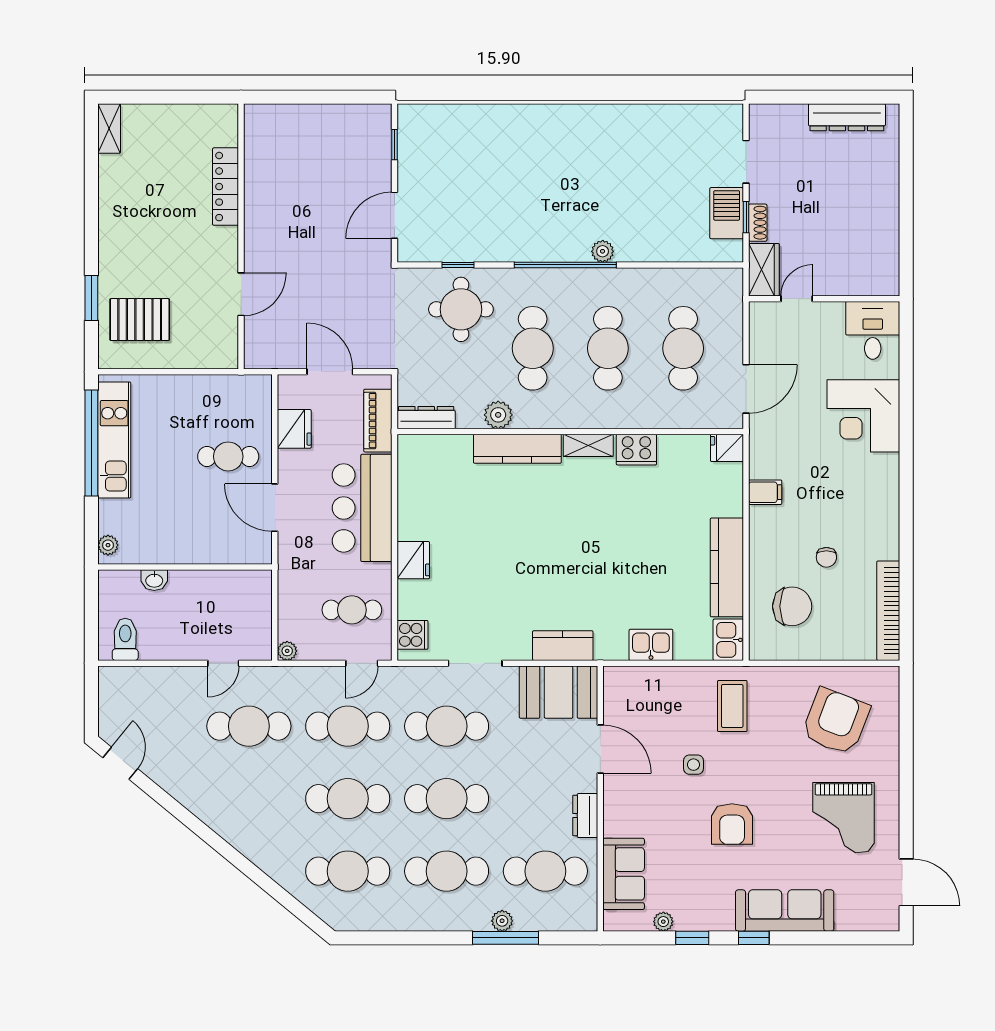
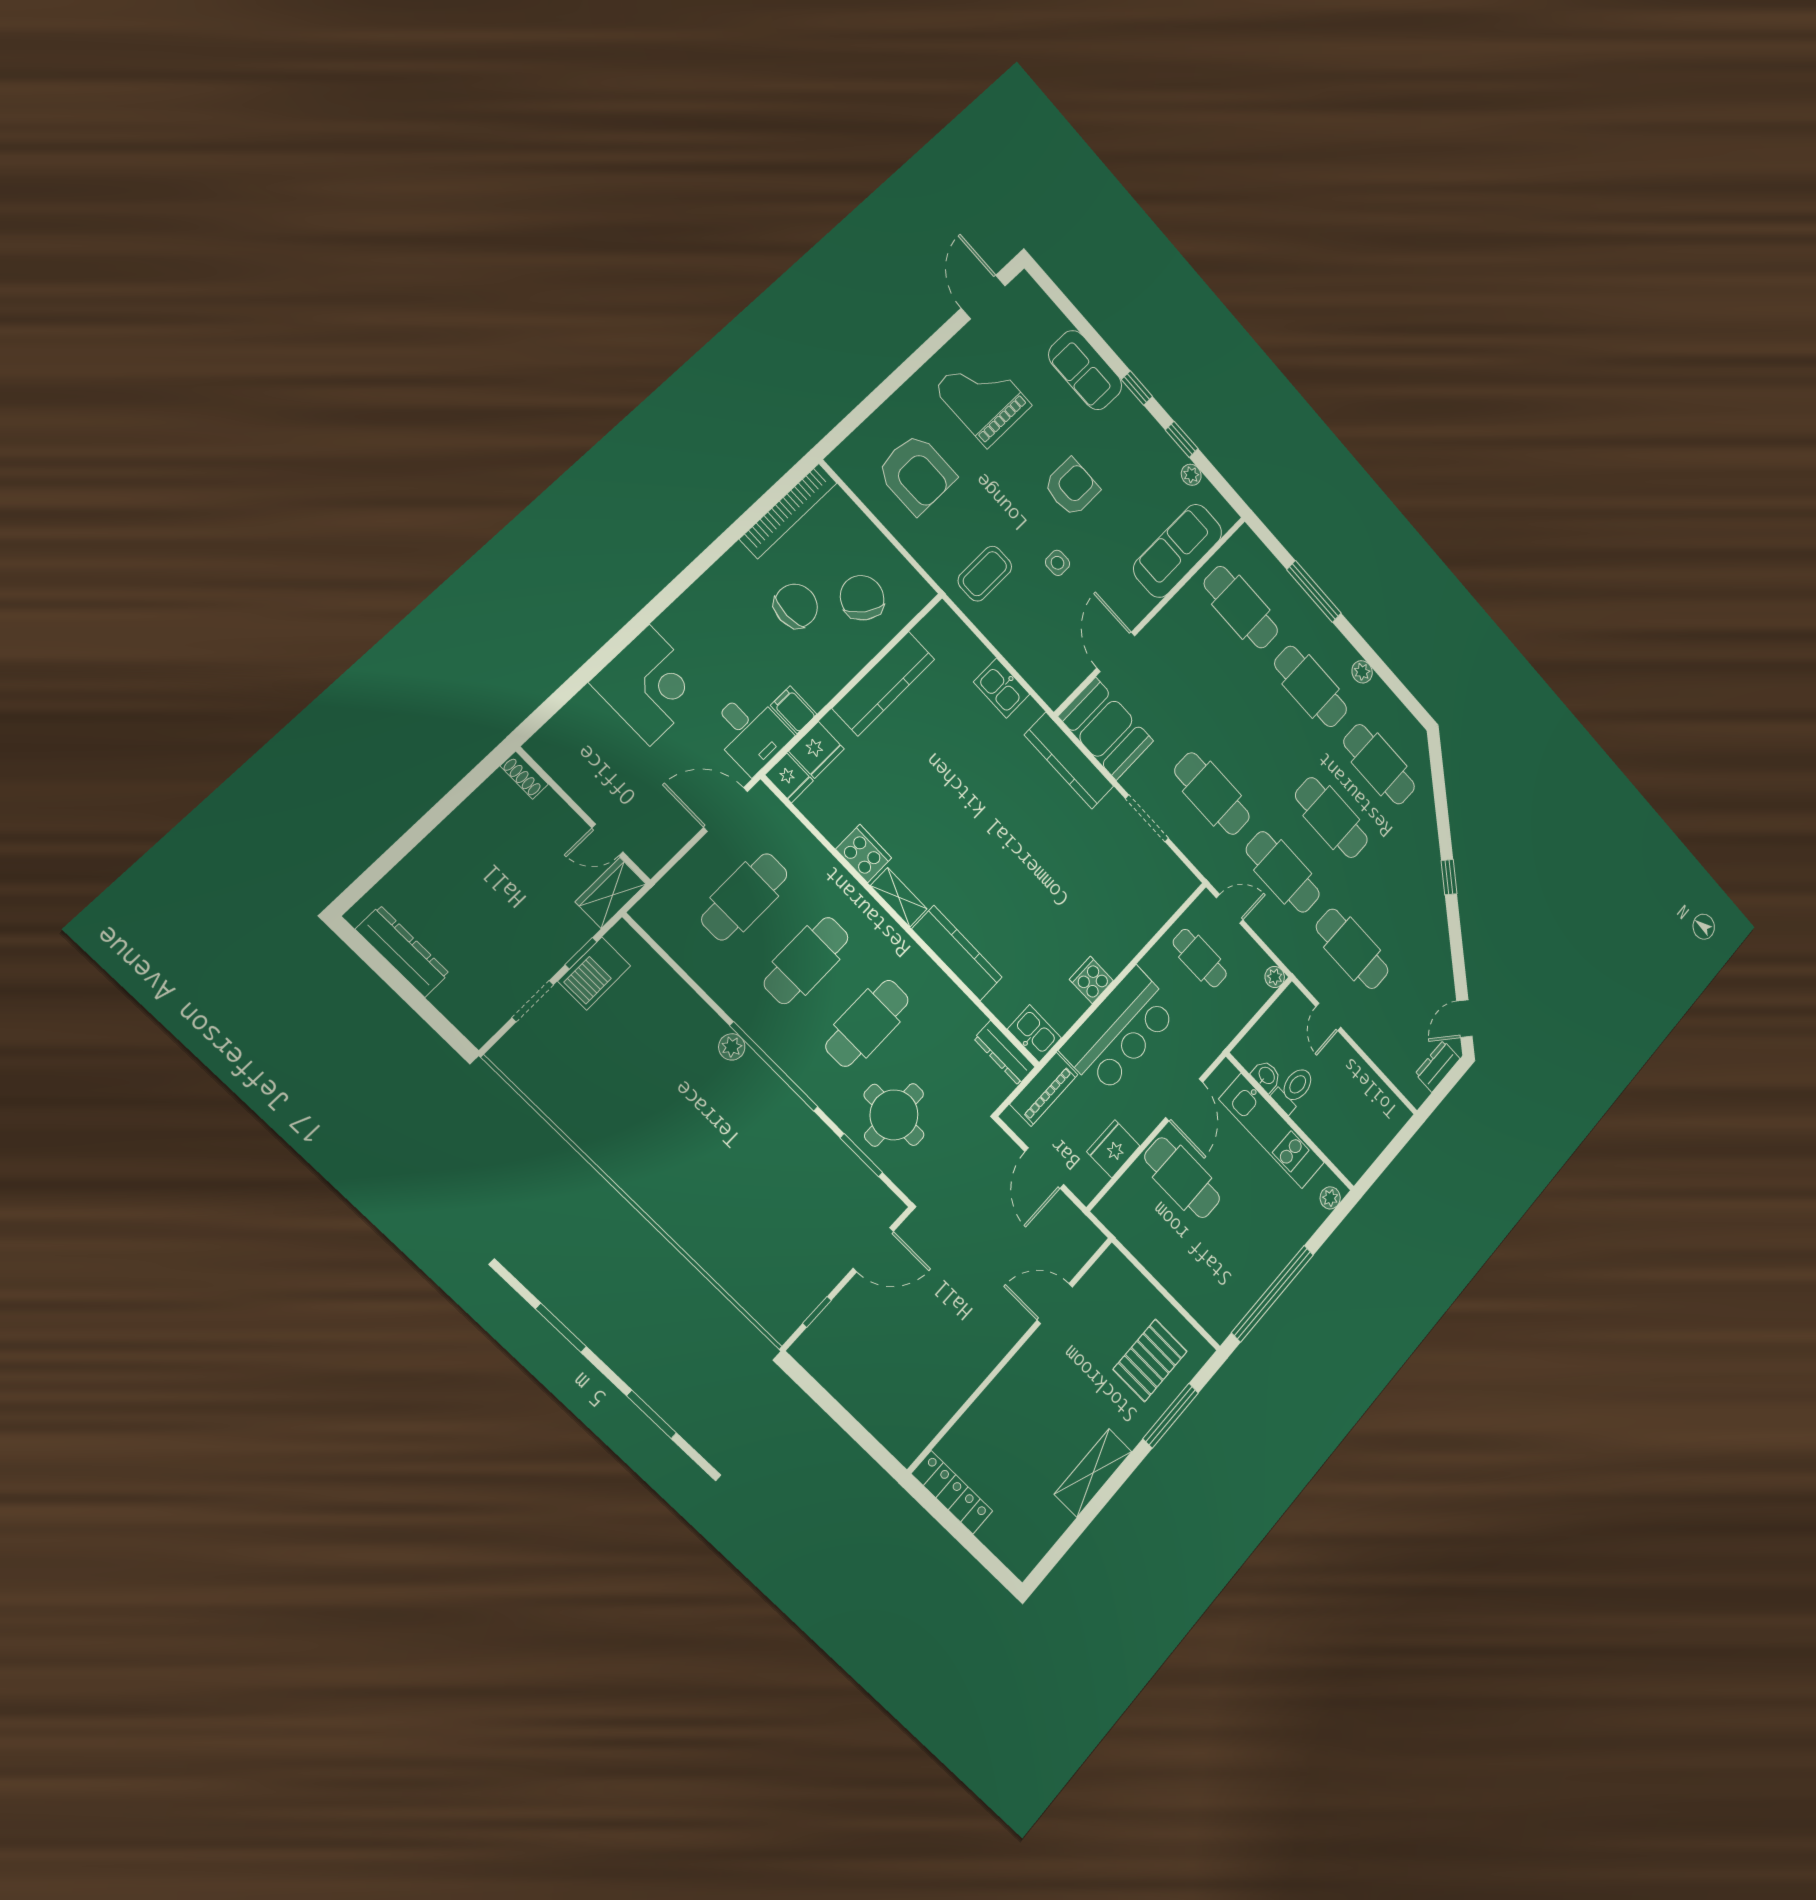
shelving: (109, 128) -> (1093, 1473), moved, width x1.50, depth x1.33
locker: (226, 187) -> (952, 1492), moved, turned -90
shoe rack: (758, 223) -> (524, 775), moved, turned -90
window: (458, 265) -> (861, 1155), width x1.50
window: (91, 298) -> (1171, 1416), width x1.44
pallet: (140, 320) -> (1150, 1360), turned 90
desk: (873, 330) -> (750, 732), moved, turned -90
plant: (498, 415) -> (946, 997), removed
kitchen unit: (114, 440) -> (1272, 1131), moved, turned -90
cafe table: (228, 456) -> (1182, 1178), width x1.37, depth x1.35
chair: (826, 557) -> (796, 606), width x1.87, depth x1.87
fridge: (413, 560) -> (817, 750), moved, turned 180
washbasin: (154, 580) -> (1266, 1076), moved
chair: (792, 606) -> (862, 598), turned 34
cooker: (413, 635) -> (1091, 980), moved
toilet: (125, 639) -> (1294, 1089), moved, turned 180
kitchen sink: (728, 640) -> (1034, 1034), moved, turned -90
kitchen counter: (563, 646) -> (1069, 761), width x1.50
door: (223, 663) -> (1328, 1017), swing flipped
armchair: (836, 721) -> (916, 474), turned -111
cafe table: (447, 799) -> (1262, 740), removed
dresser: (585, 815) -> (1438, 1066), moved, turned 180
grand piano: (843, 818) -> (983, 397), turned -90
window: (223, 848) -> (1449, 877), added
sofa: (624, 874) -> (1178, 551), width x1.36
sofa: (785, 911) -> (1085, 370), width x0.73
plant: (502, 921) -> (1362, 672), moved

